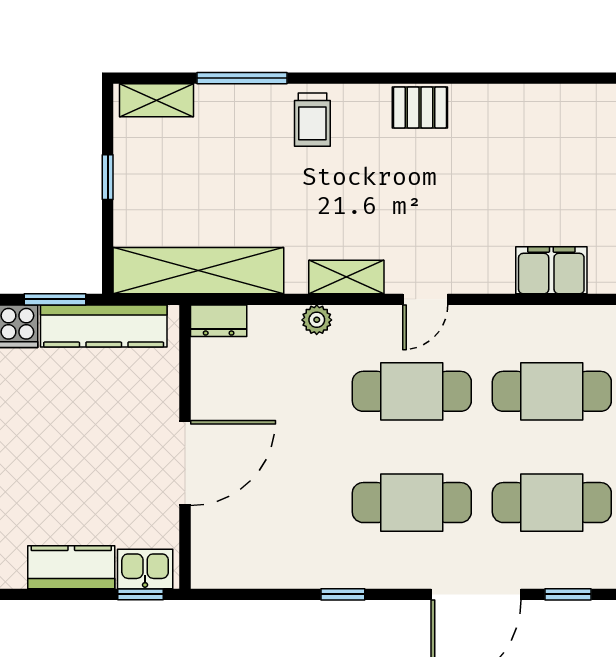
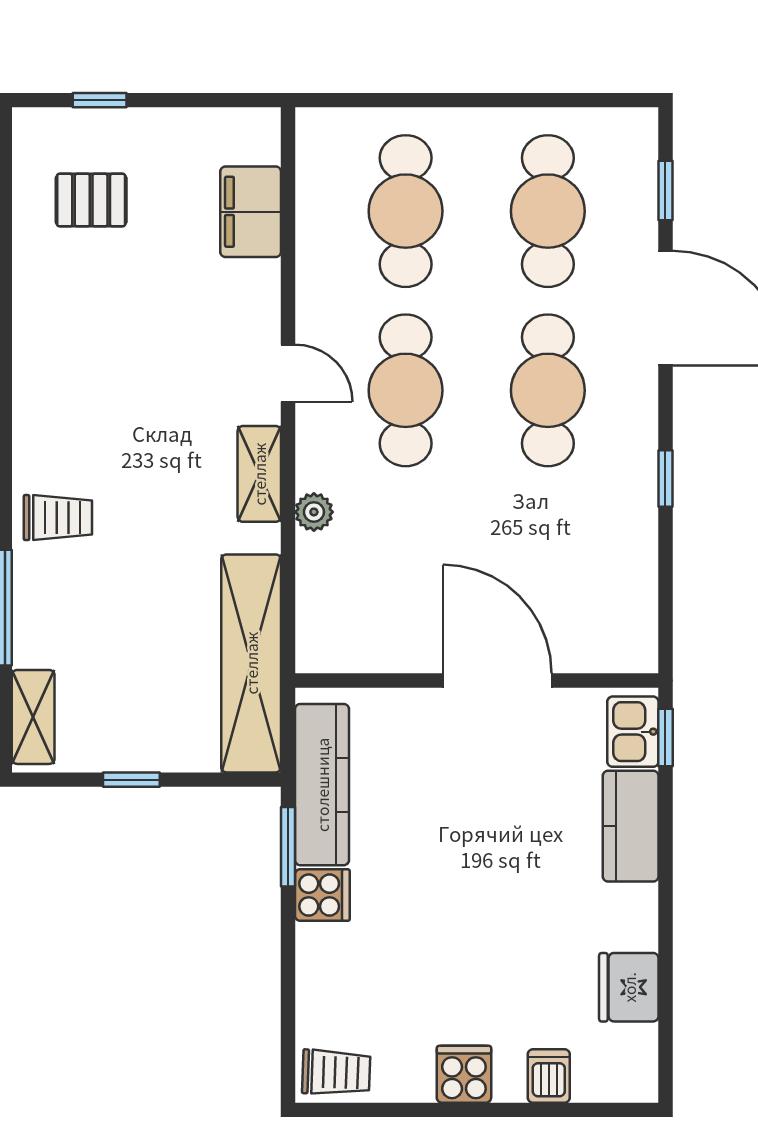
pallet: (420, 108) -> (91, 200), moved, turned 90
dresser: (219, 321) -> (315, 638), removed

